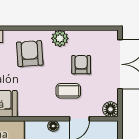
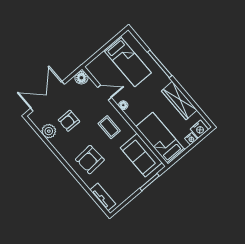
plant: (60, 38) -> (49, 131), moved
coffee table: (68, 91) -> (109, 127), moved

